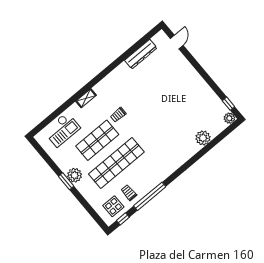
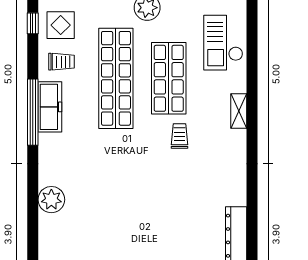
plant: (203, 138) -> (51, 200), moved
freezer: (153, 181) -> (50, 107), added
window: (150, 196) -> (33, 112), moved

